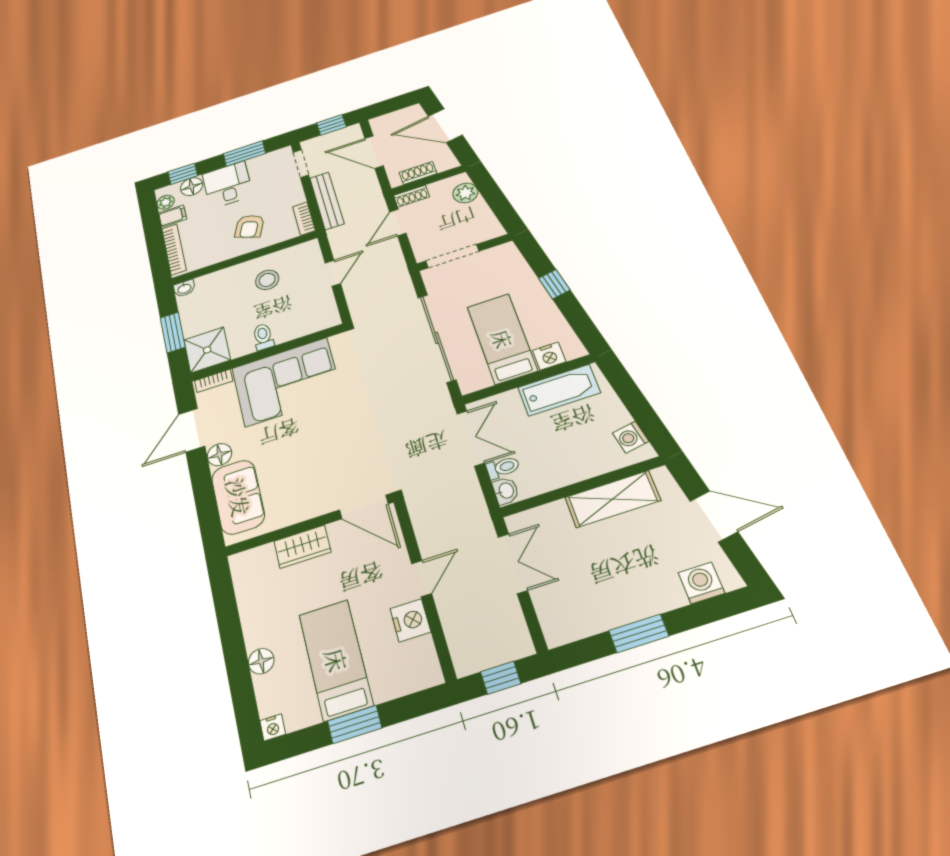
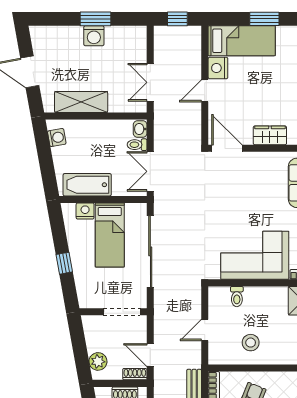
door: (398, 222) -> (150, 355), swing flipped
toilet: (263, 337) -> (237, 297), moved
washing machine: (701, 583) -> (94, 36), moved
bed: (336, 660) -> (242, 41), moved, turned -90

